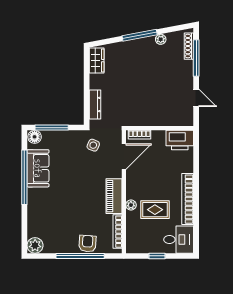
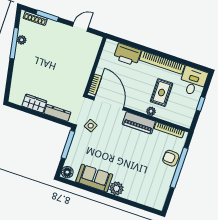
window: (140, 35) -> (14, 43), moved
window: (196, 58) -> (47, 16), width x0.69
wardrobe: (97, 61) -> (34, 103), moved
window: (52, 128) -> (68, 145), moved
printer: (180, 140) -> (127, 54), moved, turned 90
door: (124, 157) -> (109, 104), width x1.36
window: (24, 177) -> (98, 192), removed
plant: (35, 245) -> (116, 188), moved

